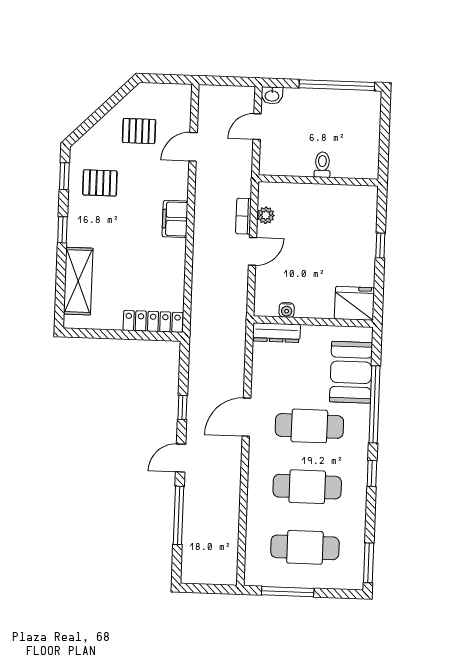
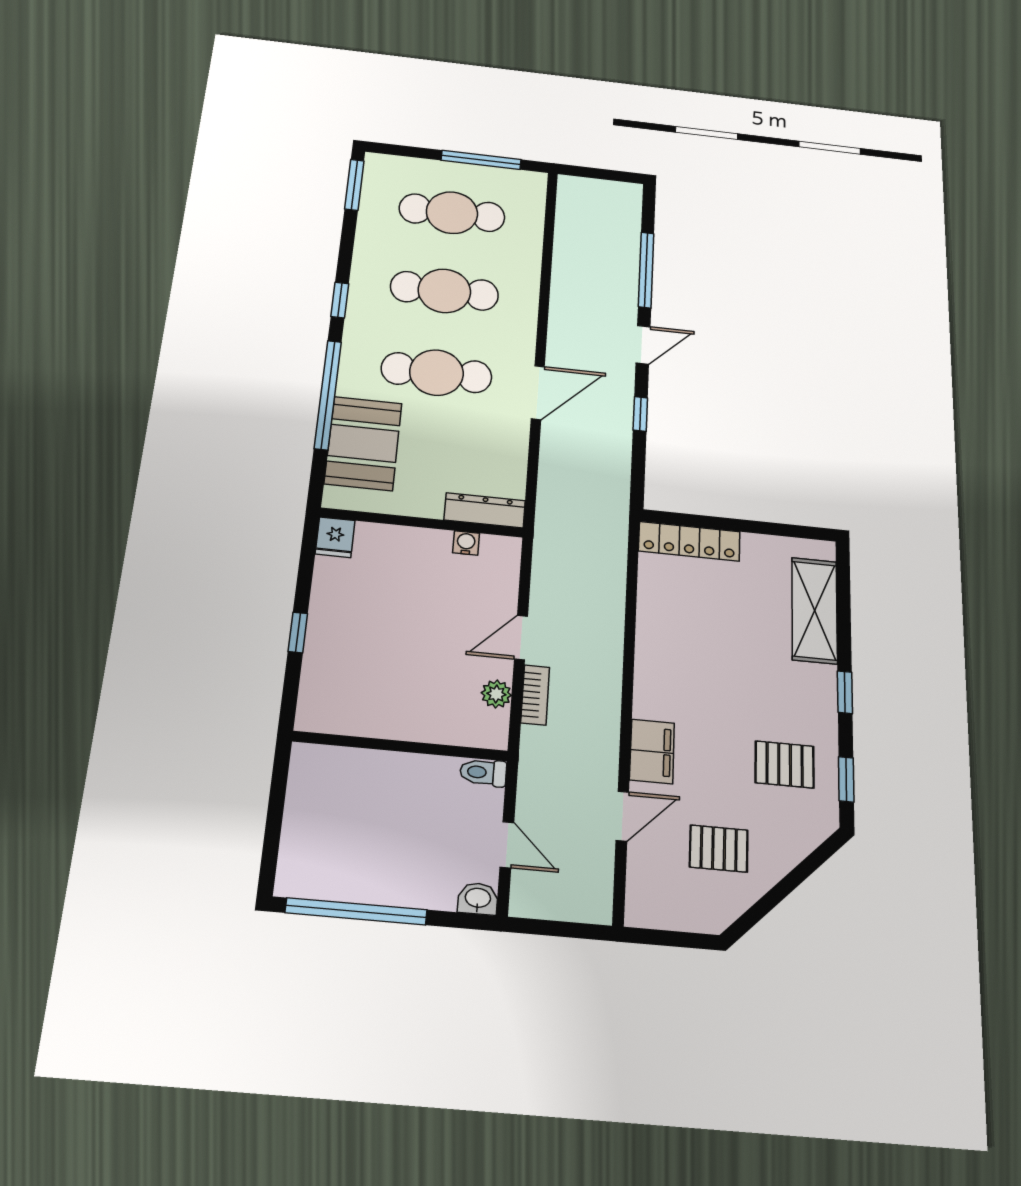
door: (257, 127) -> (507, 845), hinge flipped
toilet: (322, 165) -> (483, 772), moved, turned 90
filing cabinet: (175, 219) -> (652, 751), moved
fridge: (354, 303) -> (335, 537), width x0.53, depth x0.75

